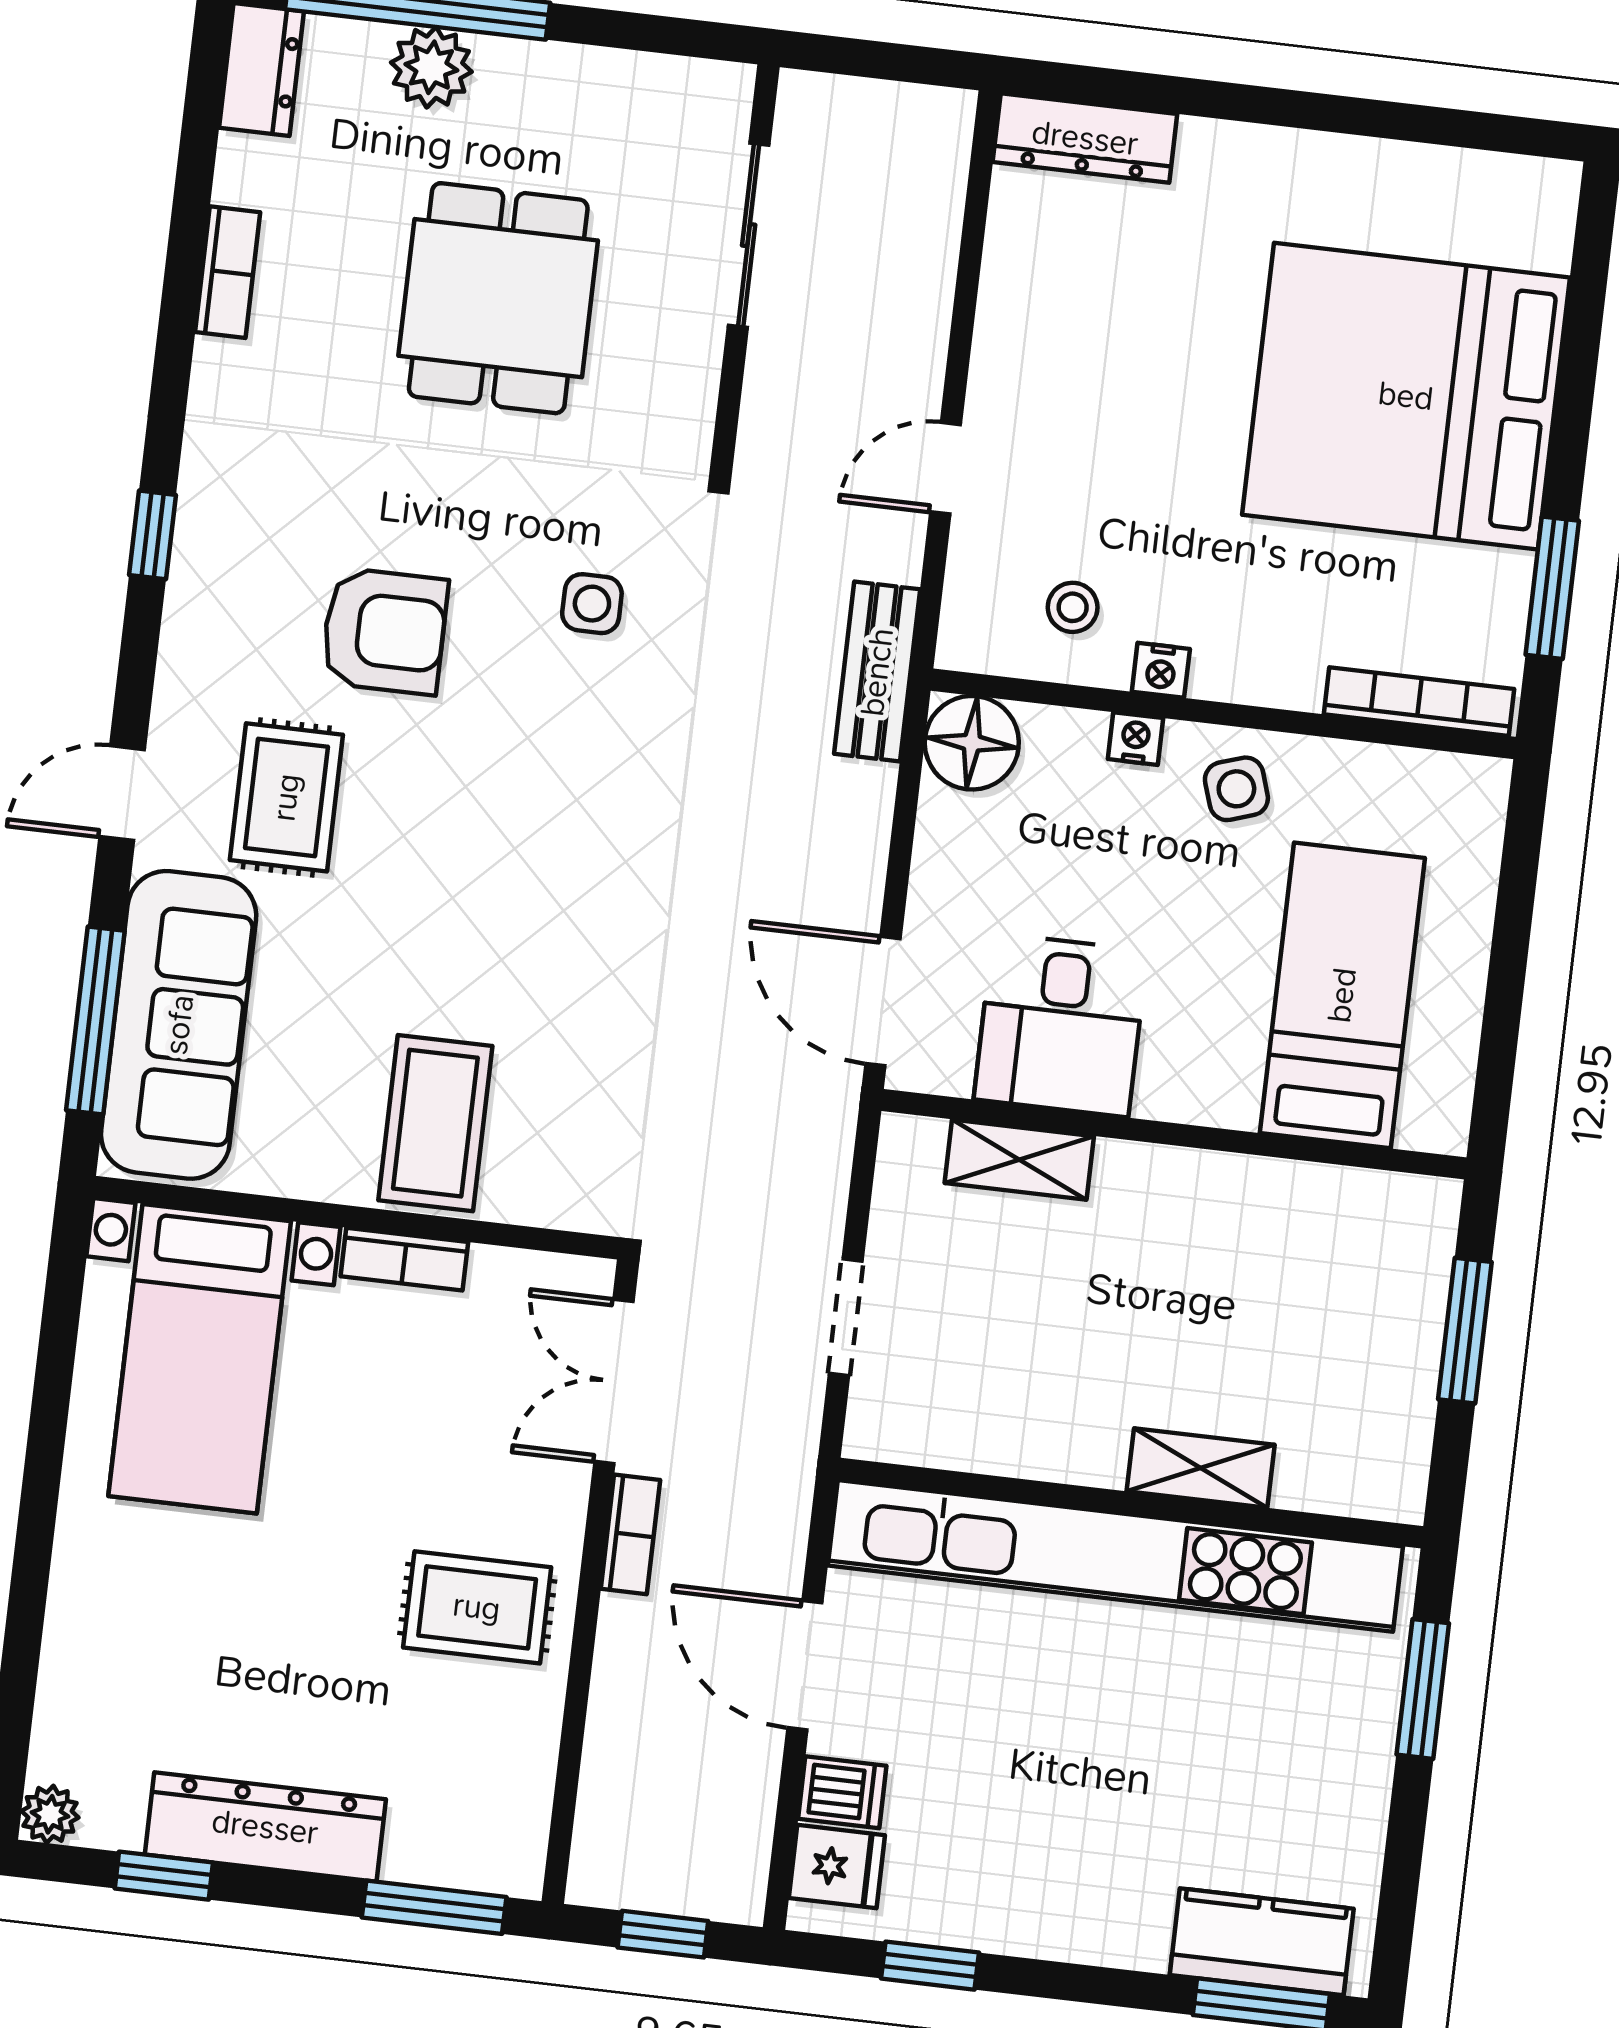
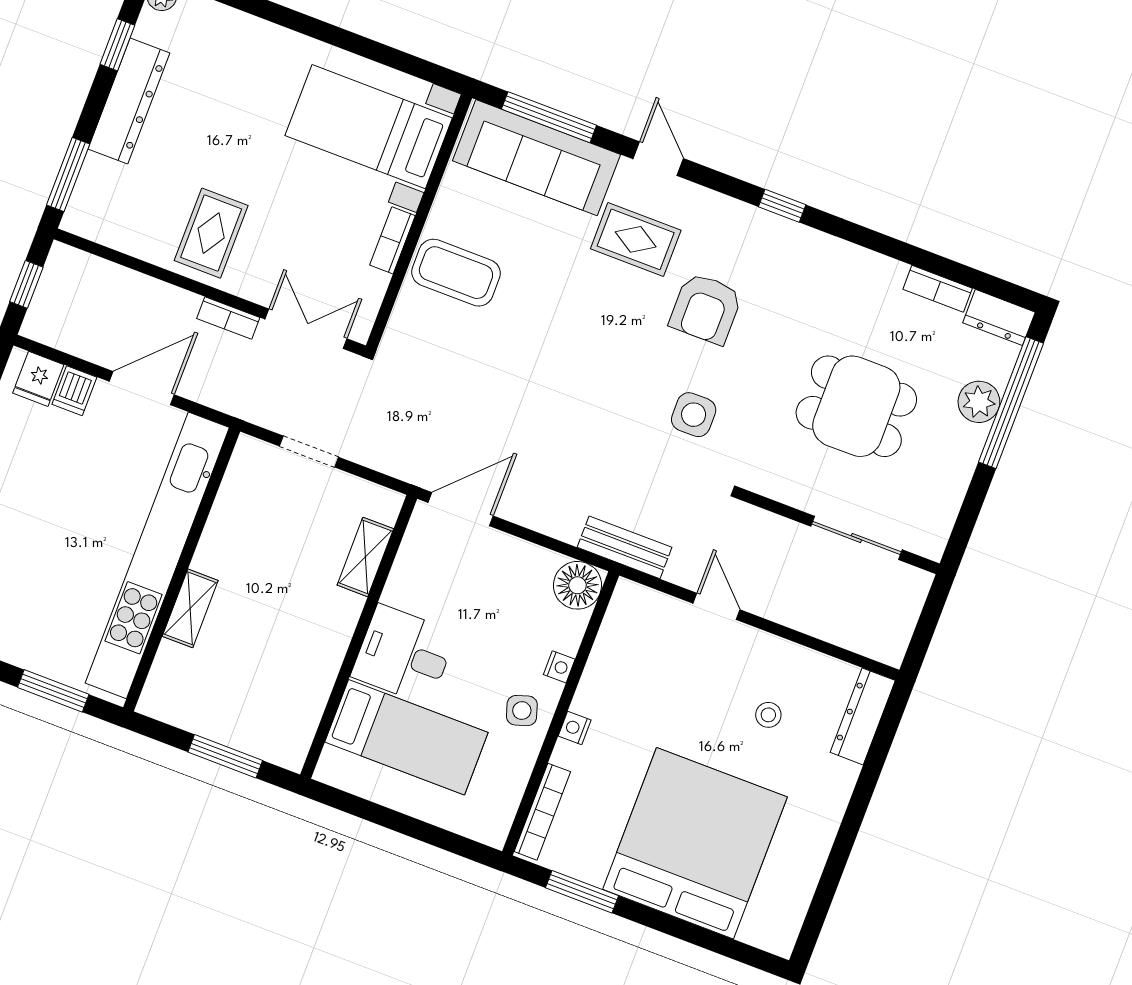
bookcase: (228, 272) -> (938, 289), moved
side table: (592, 604) -> (694, 415), width x1.37, depth x1.37
stool: (1073, 607) -> (768, 715), moved
nightstand: (1161, 670) -> (575, 728), moved
desk: (1061, 1025) -> (404, 655), moved

